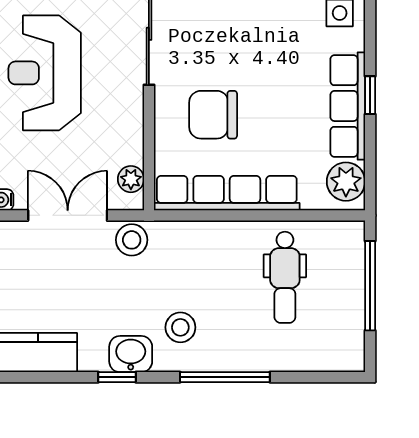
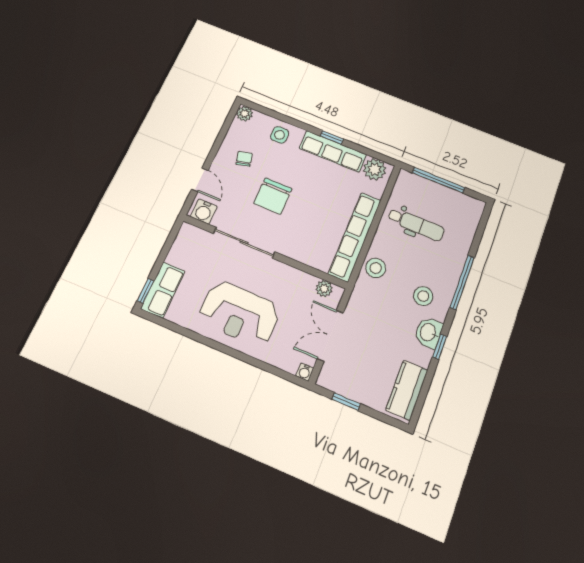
chair: (213, 115) -> (273, 196), moved
stool: (132, 240) -> (376, 268), moved

